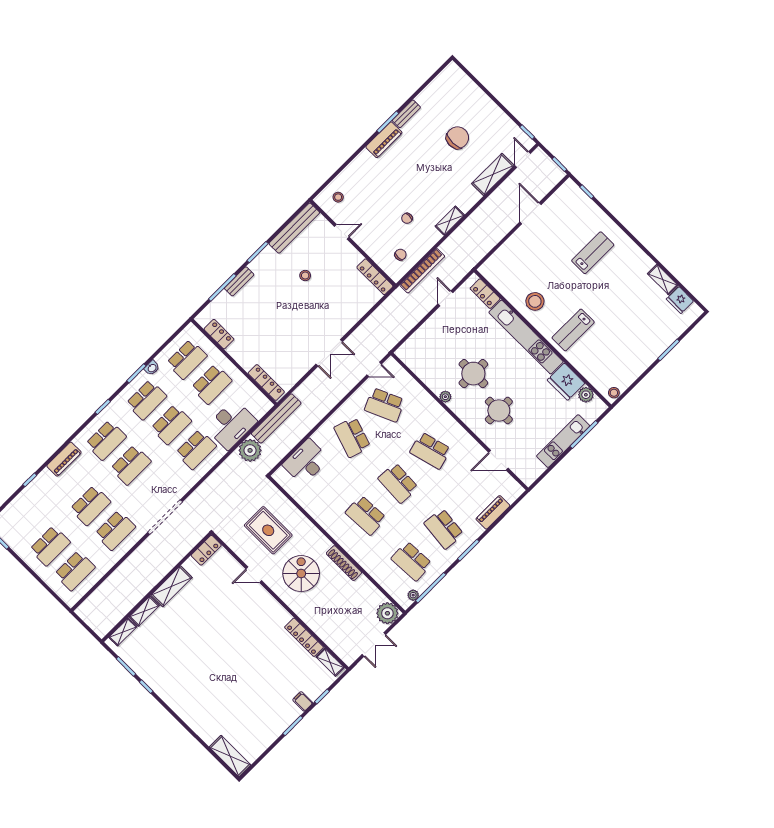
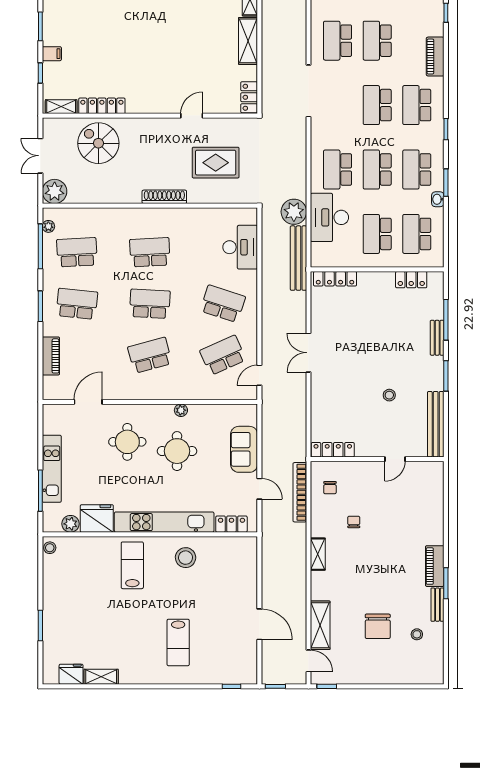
stool: (338, 197) -> (417, 634), moved
sofa: (430, 333) -> (244, 449), added
shoe rack: (344, 563) -> (164, 197), moved
spiral stairs: (301, 574) -> (98, 143), moved, turned 180

